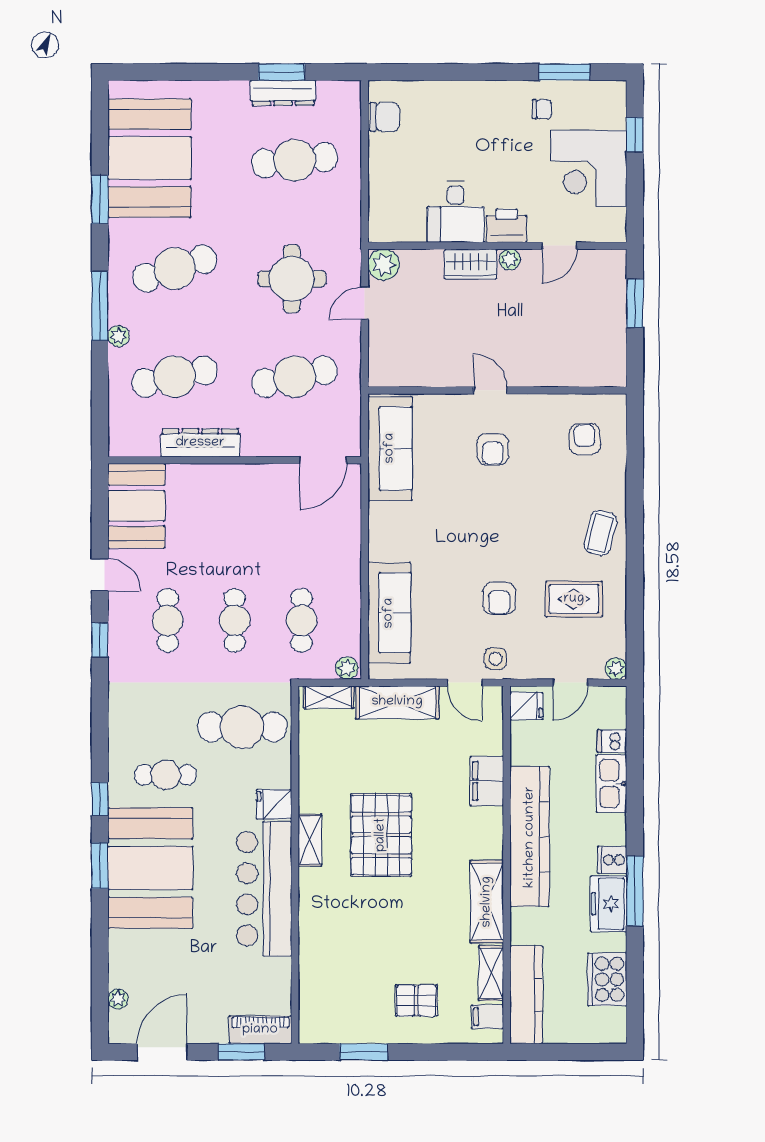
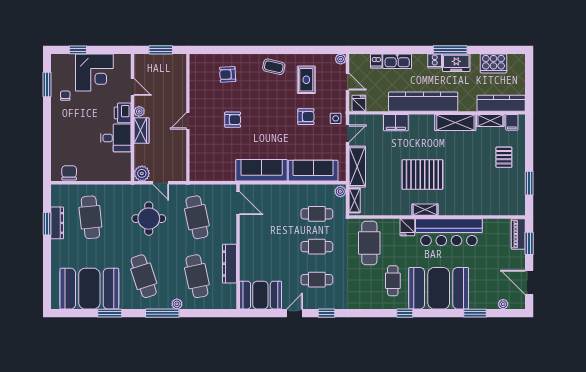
door: (490, 390) -> (188, 121), moved
wall: (497, 390) -> (188, 117), moved
sofa: (390, 448) -> (262, 170), moved
window: (100, 866) -> (475, 313), moved

